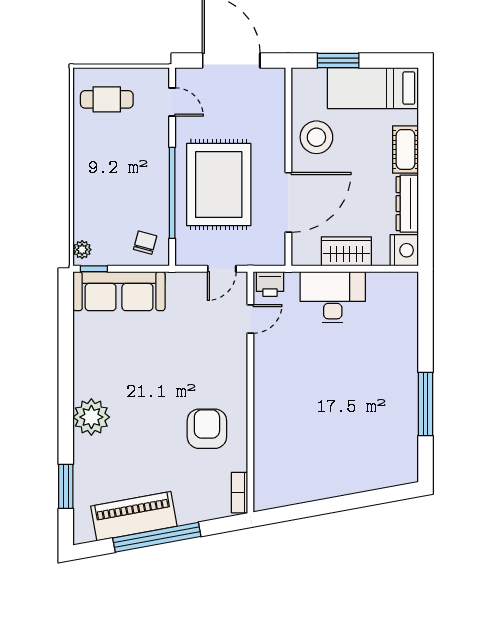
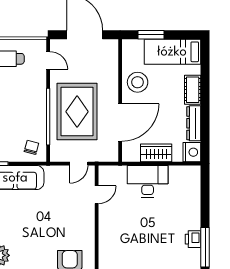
printer: (270, 284) -> (193, 239), moved, turned 90

